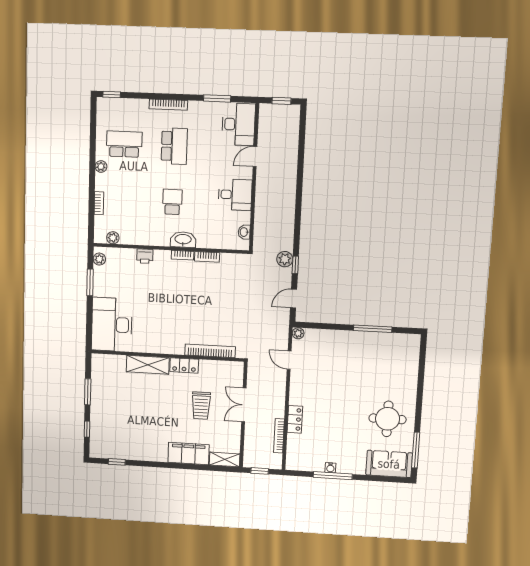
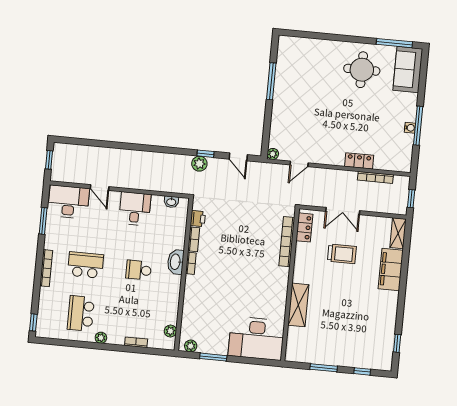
printer: (145, 256) -> (198, 219), moved
locker: (184, 365) -> (304, 227), moved

